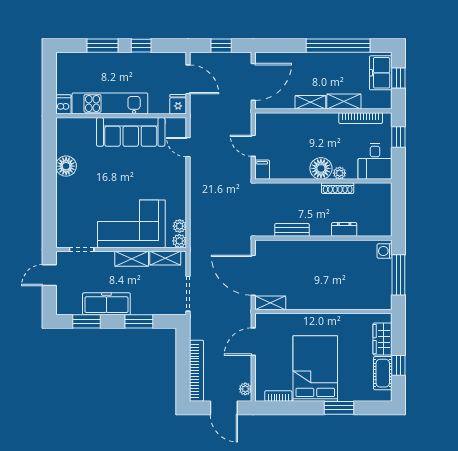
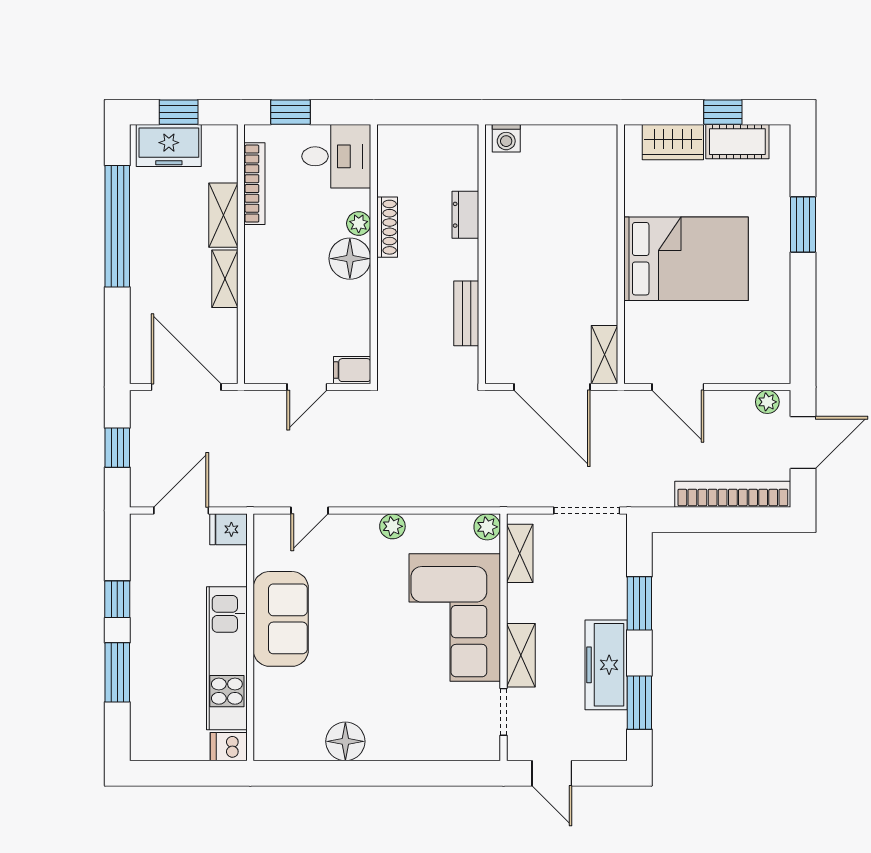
sofa: (131, 132) -> (281, 619), width x0.73
plant: (180, 226) -> (392, 526), moved
shelving: (132, 259) -> (521, 655), moved
door: (253, 275) -> (552, 387), hinge flipped
window: (398, 275) -> (551, 112), removed
bed: (315, 368) -> (686, 259), moved, turned 180
bookcase: (278, 396) -> (781, 339), removed

